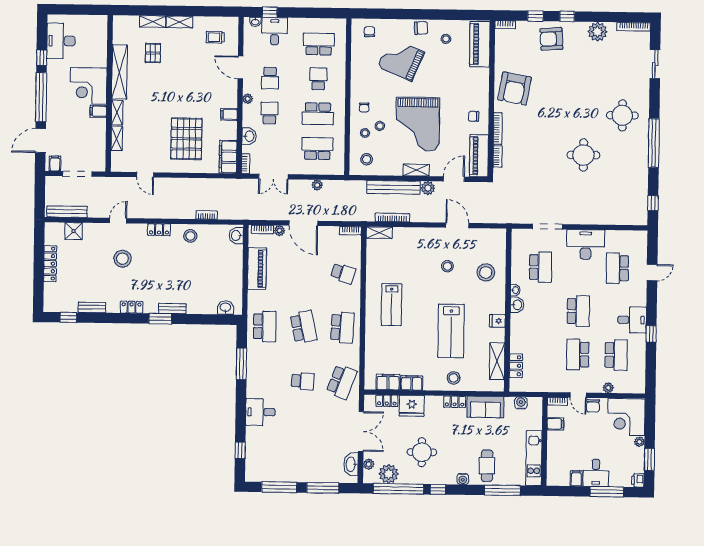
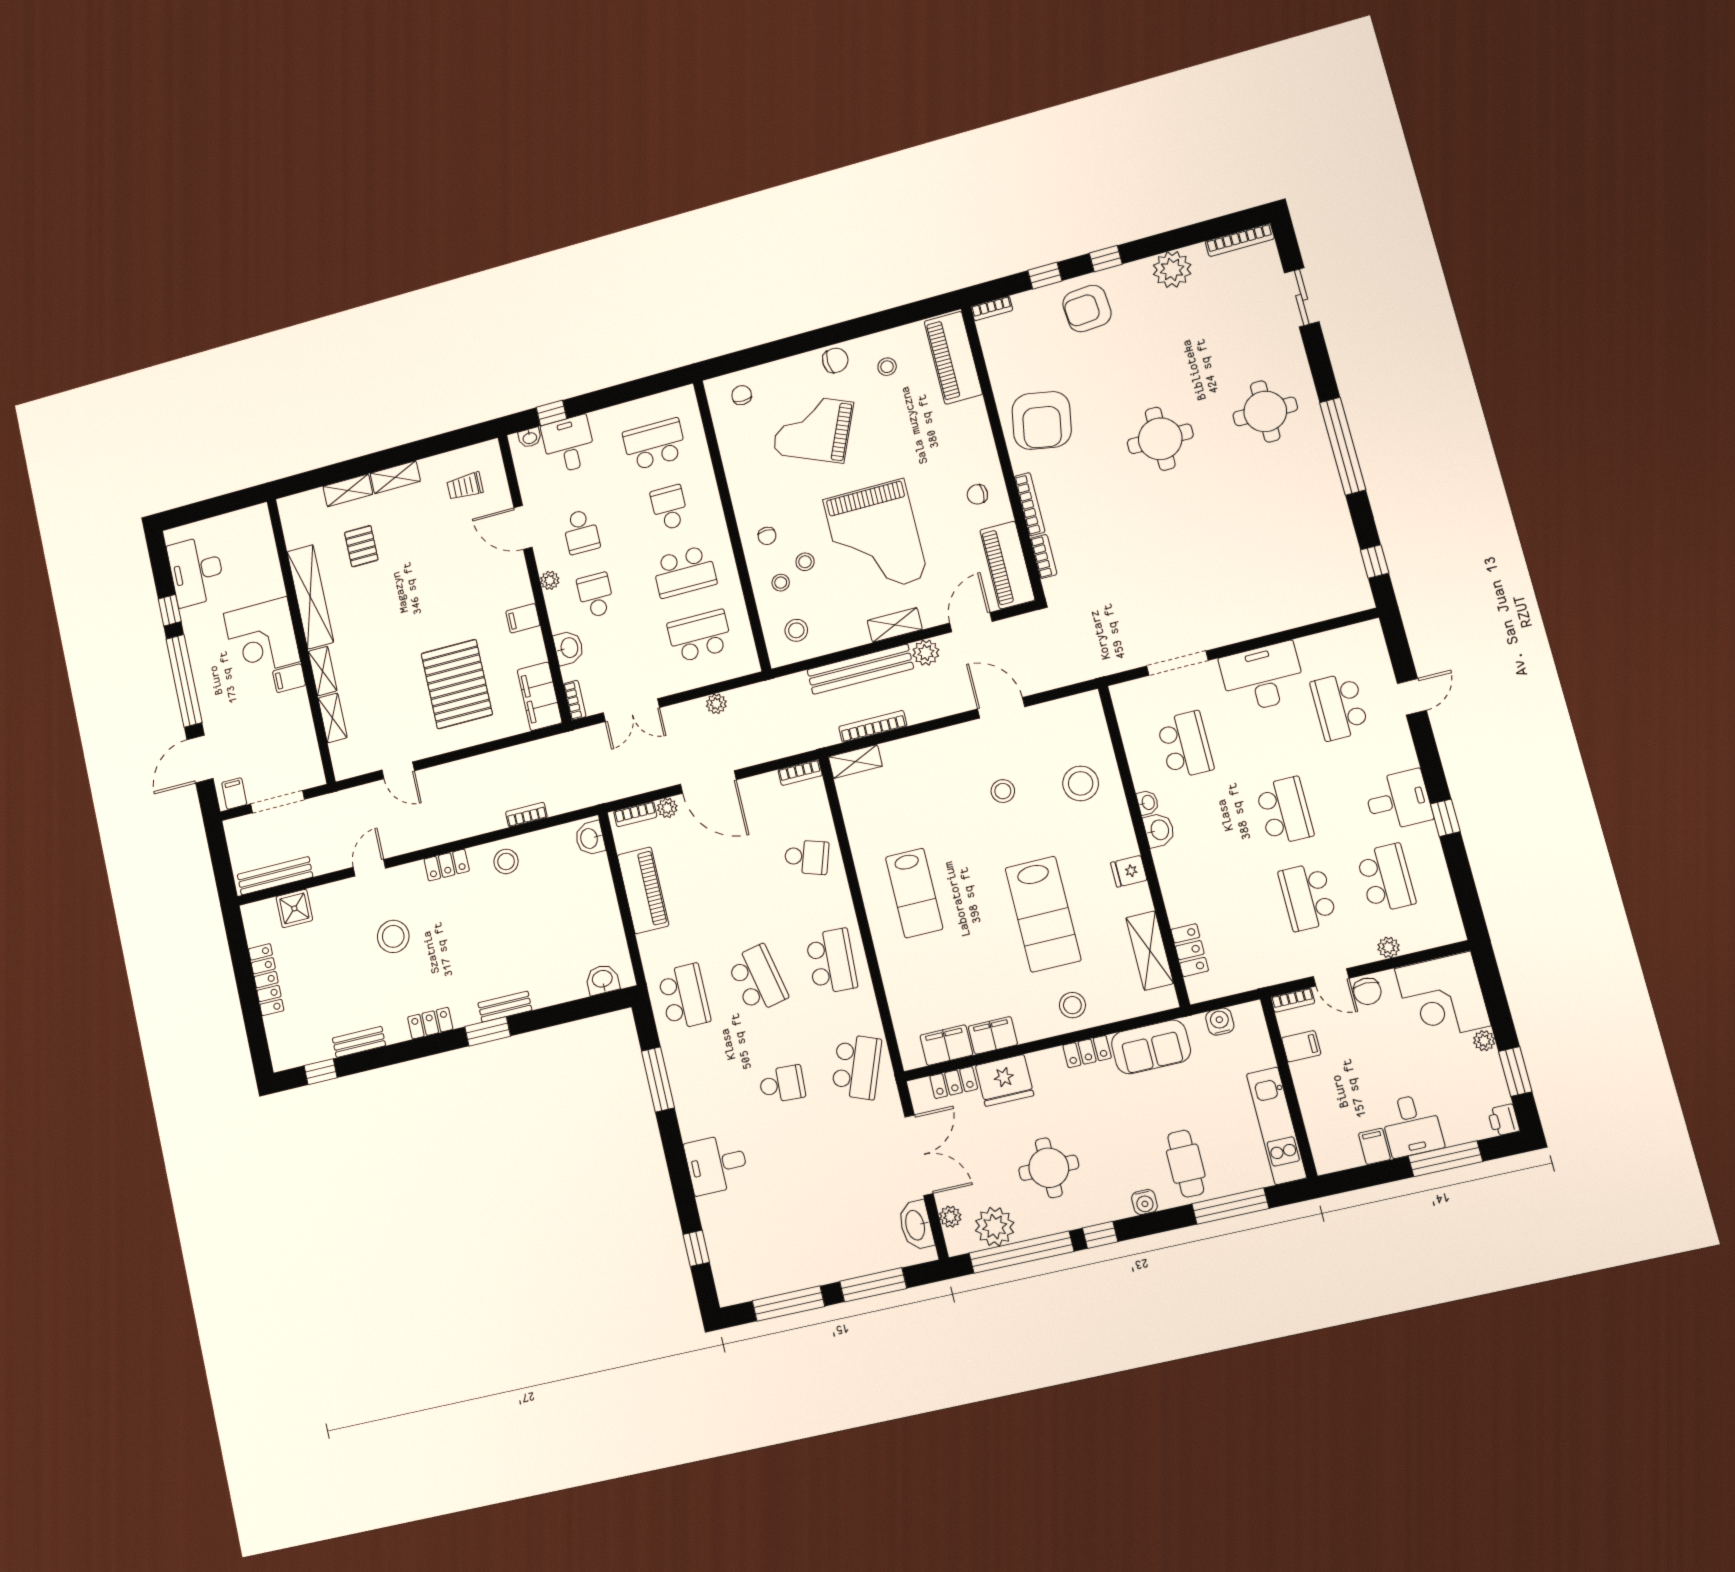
round table: (583, 155) -> (1160, 439), moved

